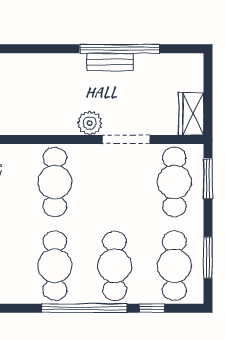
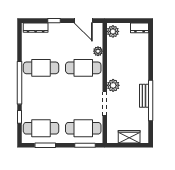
wardrobe: (191, 114) -> (129, 137), moved
plant: (22, 153) -> (98, 51), added
cafe table: (115, 266) -> (41, 98), removed

